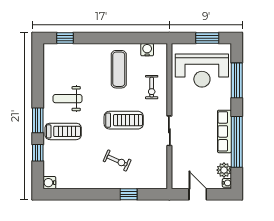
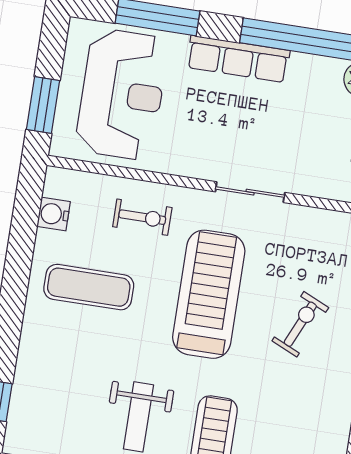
window: (207, 38) -> (43, 105), moved
treadmill: (124, 120) -> (209, 294), width x1.37, depth x1.38
row of seats: (224, 131) -> (238, 59), moved

